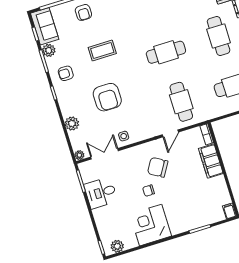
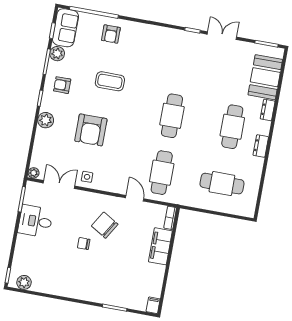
cafe table: (166, 52) -> (172, 116), turned 90
plant: (72, 124) -> (46, 120), moved
door: (170, 133) -> (135, 198), swing flipped
corner desk: (151, 225) -> (68, 279), removed

